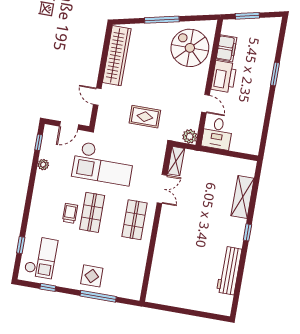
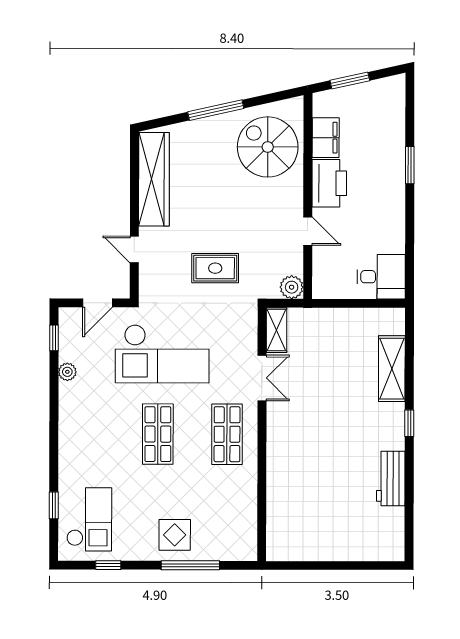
desk: (217, 133) -> (381, 277), moved, turned -90
trolley: (70, 213) -> (123, 442), removed
workbench: (229, 271) -> (391, 478), width x0.73

